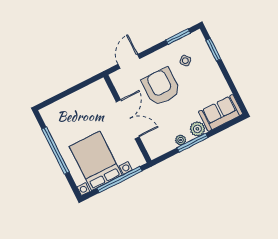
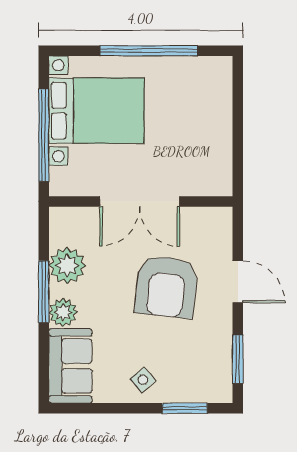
door: (129, 61) -> (238, 282), moved
side table: (185, 61) -> (143, 380), moved
armchair: (161, 87) -> (166, 287), turned 96
plant: (181, 140) -> (67, 265), width x1.88, depth x1.88

